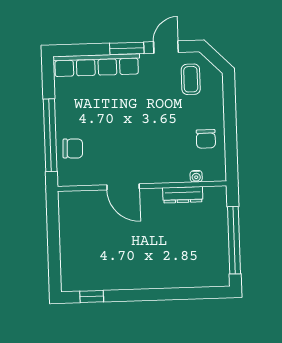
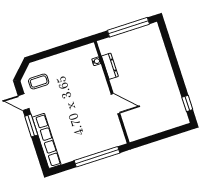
chair: (206, 139) -> (72, 62), removed
chair: (73, 148) -> (101, 141), removed
door: (123, 187) -> (115, 104), hinge flipped

